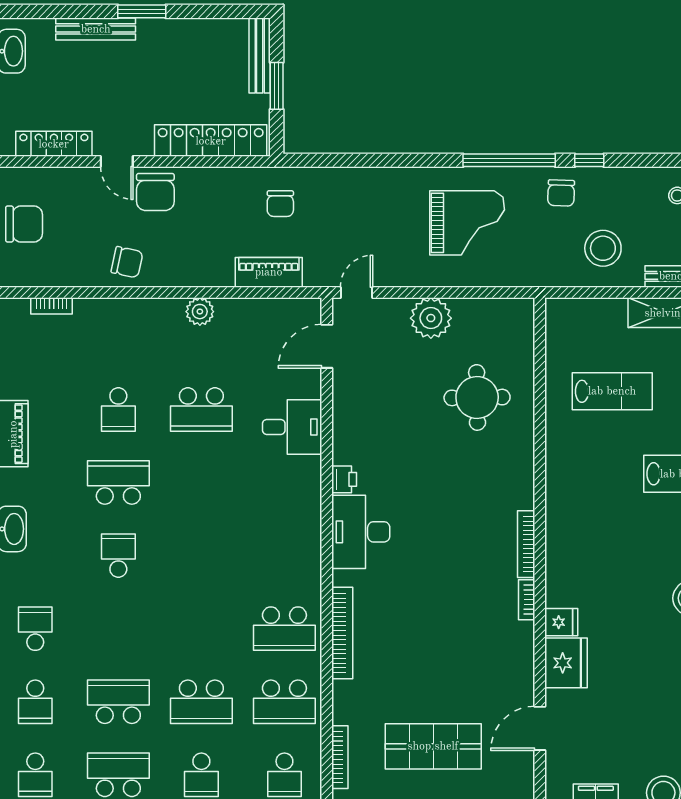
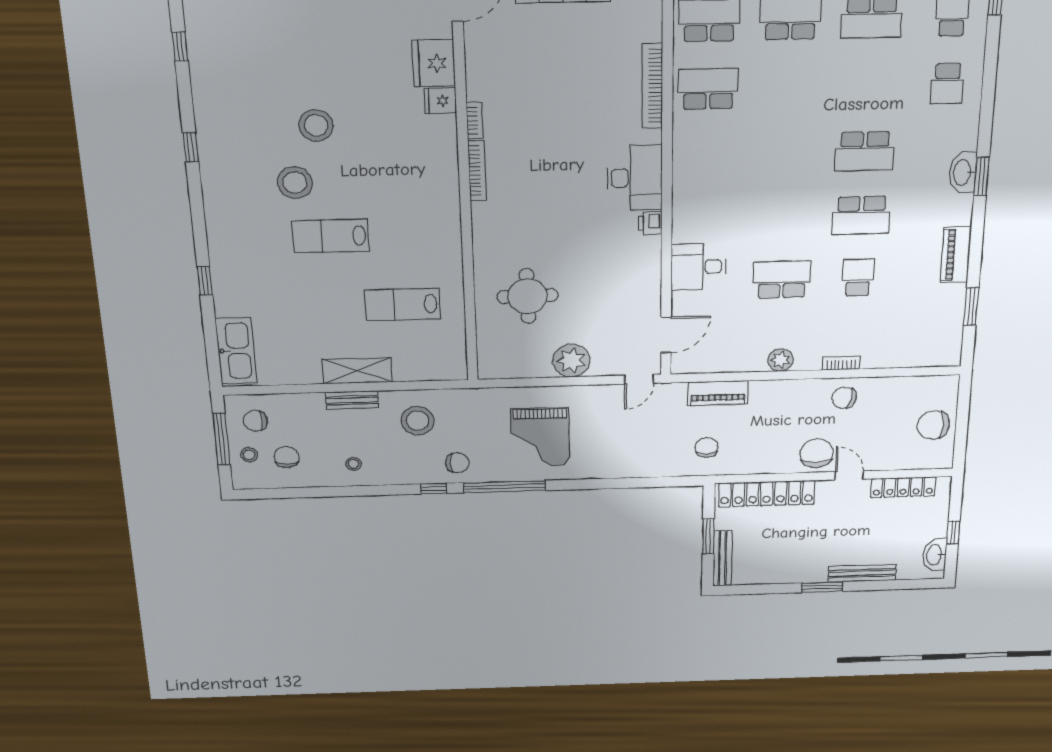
chair: (561, 193) -> (457, 463), turned 88
grand piano: (467, 223) -> (540, 437), turned -90
bookcase: (51, 306) -> (841, 363), moved
school desk: (118, 556) -> (864, 151), width x1.85

